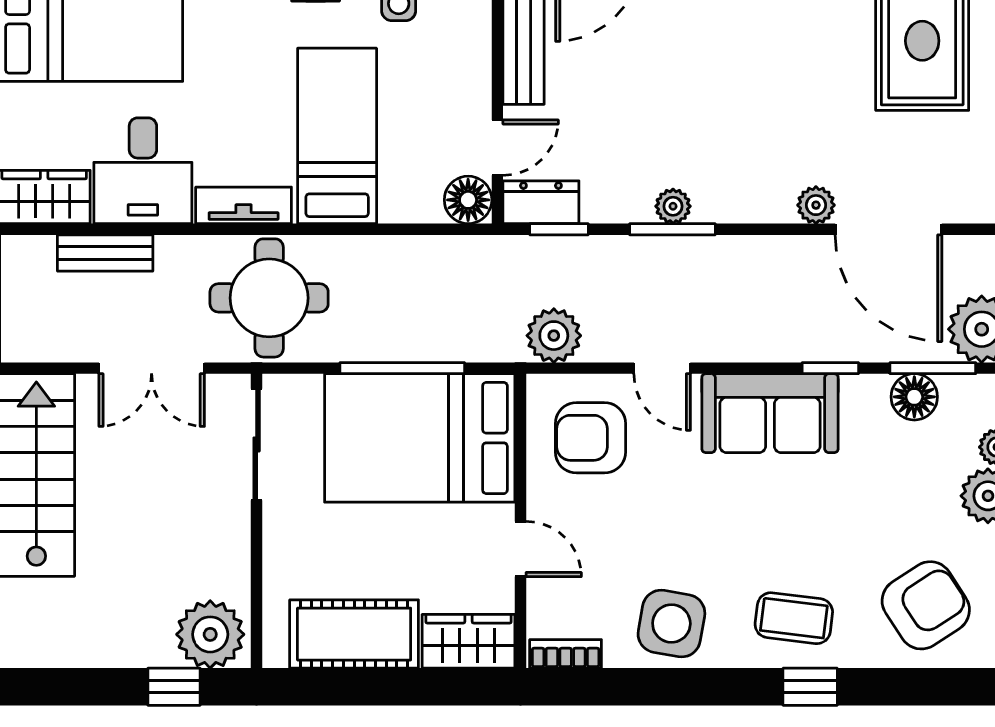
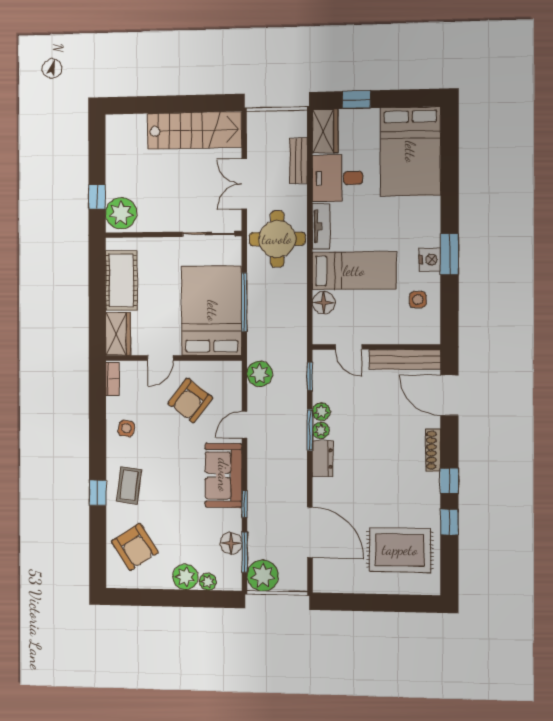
floor lamp: (468, 200) -> (324, 303), moved
dresser: (541, 202) -> (323, 458), moved
plant: (816, 205) -> (321, 412), moved
door: (888, 229) -> (310, 532), swing flipped
armchair: (590, 438) -> (190, 401), moved, turned -143
side table: (671, 624) -> (126, 428), width x0.54, depth x0.54

